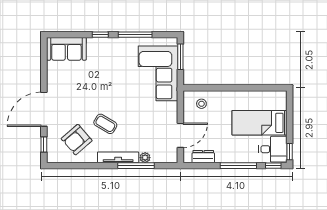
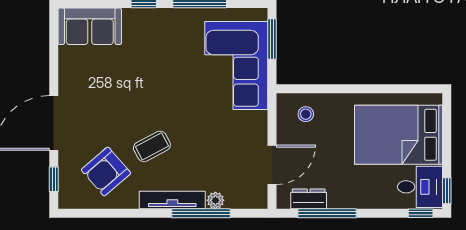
bed: (259, 123) -> (398, 135), width x1.50
coffee table: (105, 124) -> (152, 146), turned -59
window: (238, 166) -> (327, 213), moved

